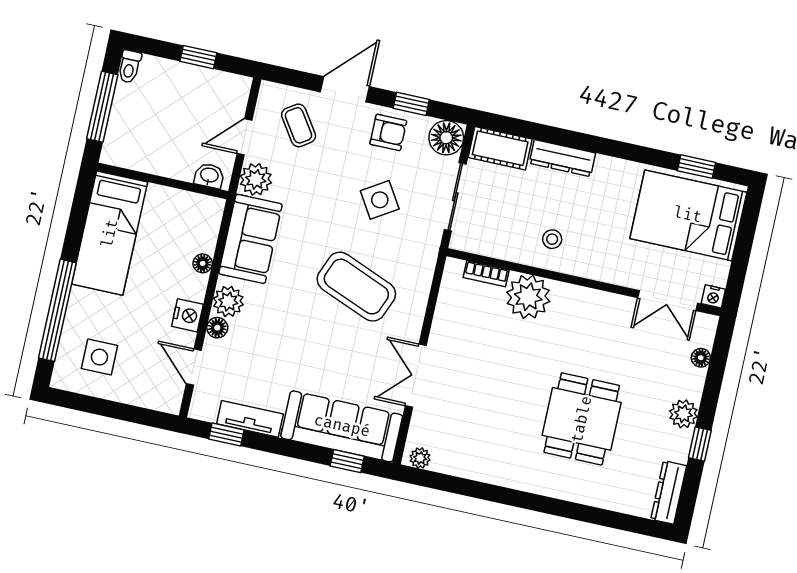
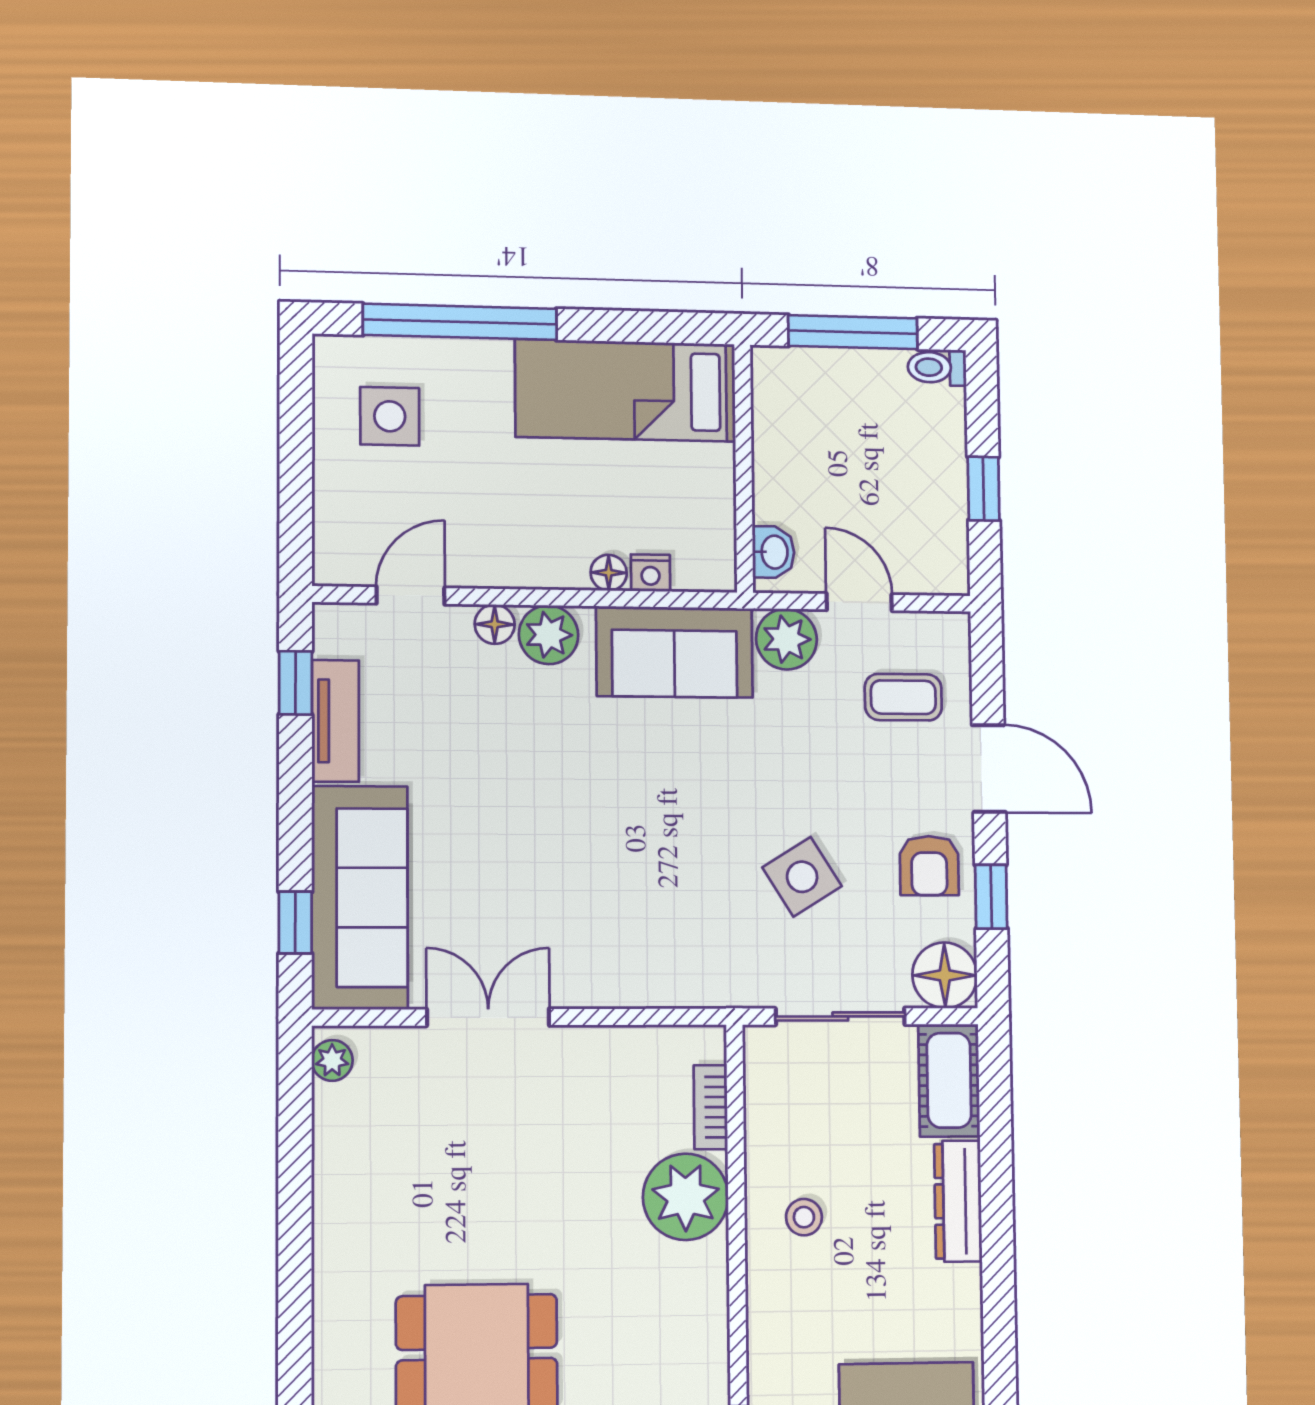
coffee table: (299, 125) -> (903, 697), turned 34
coffee table: (356, 287) -> (631, 868), removed
nightstand: (187, 315) -> (650, 573), moved, width x0.72, depth x0.74

